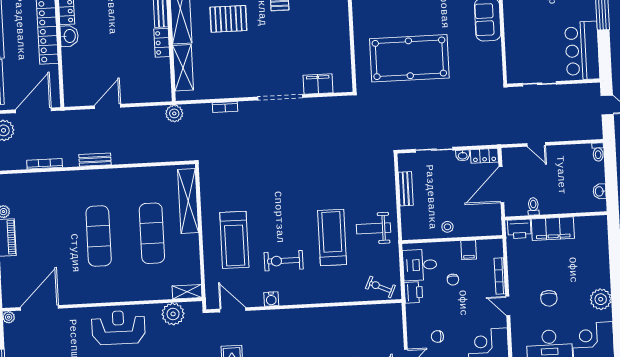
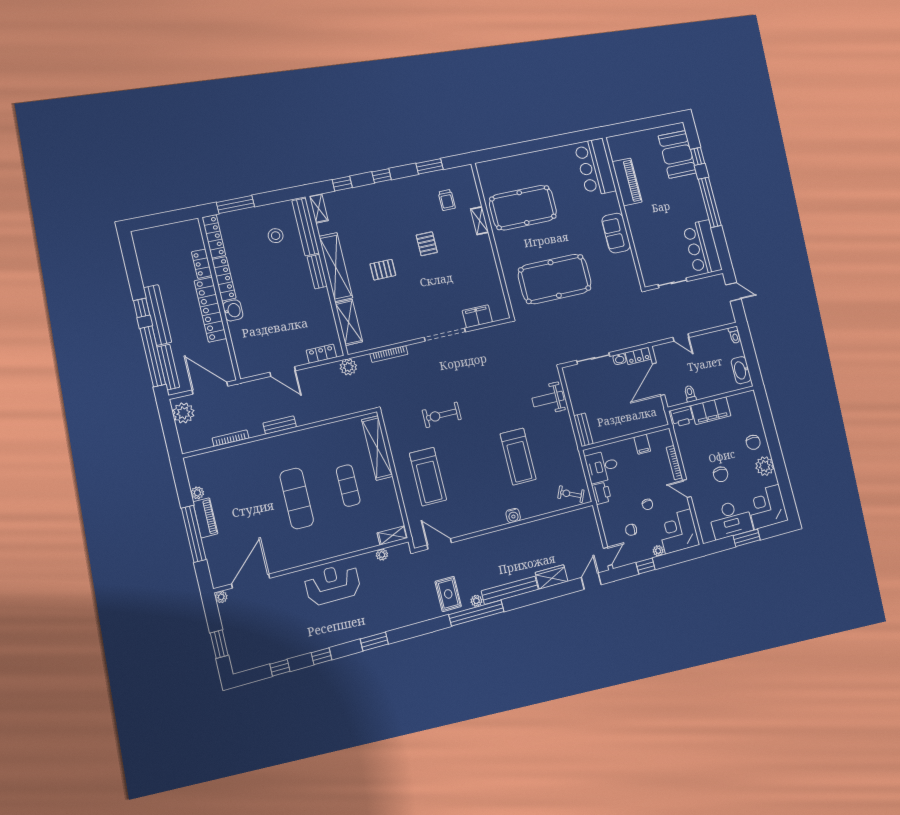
pallet: (228, 19) -> (383, 270), width x0.67, depth x0.71
locker: (162, 43) -> (321, 354), moved, turned 90
door: (108, 106) -> (283, 371), swing flipped
bookcase: (225, 107) -> (389, 354), width x1.56
door: (33, 110) -> (210, 388), hinge flipped
bench: (406, 189) -> (583, 430), moved
washbasin: (600, 191) -> (741, 370), width x1.91, depth x1.45
stool: (447, 227) -> (619, 427), removed
weight bench: (373, 228) -> (548, 399), moved
exercise mat: (152, 233) -> (348, 486), width x0.73, depth x0.69
treadmill: (332, 237) -> (518, 457), turned 180
exercise bike: (284, 261) -> (442, 415), moved
chair: (593, 271) -> (753, 442), added
chair: (453, 280) -> (647, 504), moved
water cooler: (271, 299) -> (513, 516), moved
plant: (173, 314) -> (382, 555), width x0.53, depth x0.53

